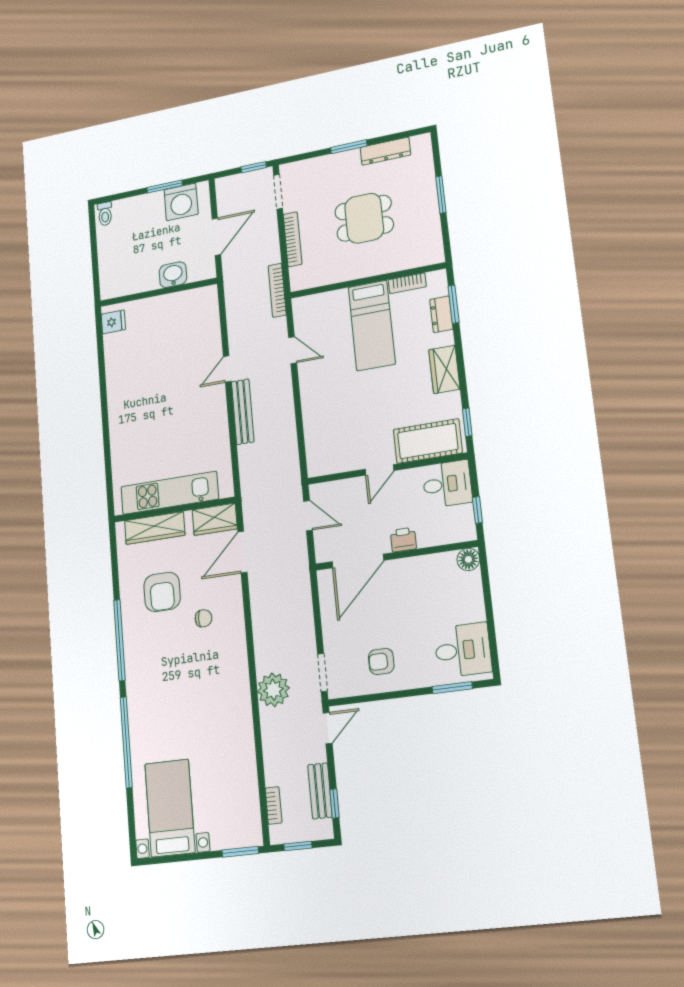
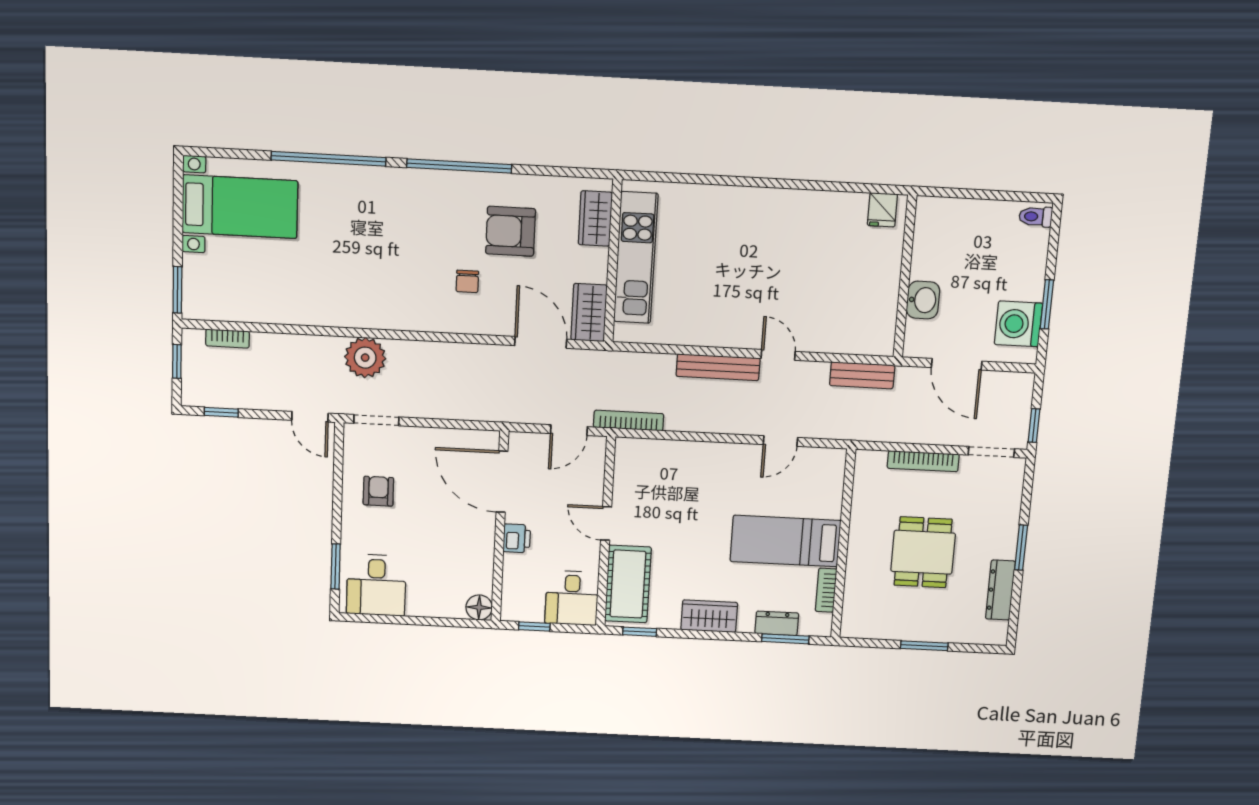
bookcase: (277, 290) -> (629, 421), moved
wardrobe: (155, 528) -> (595, 218), width x0.67
bench: (320, 791) -> (862, 375), moved

